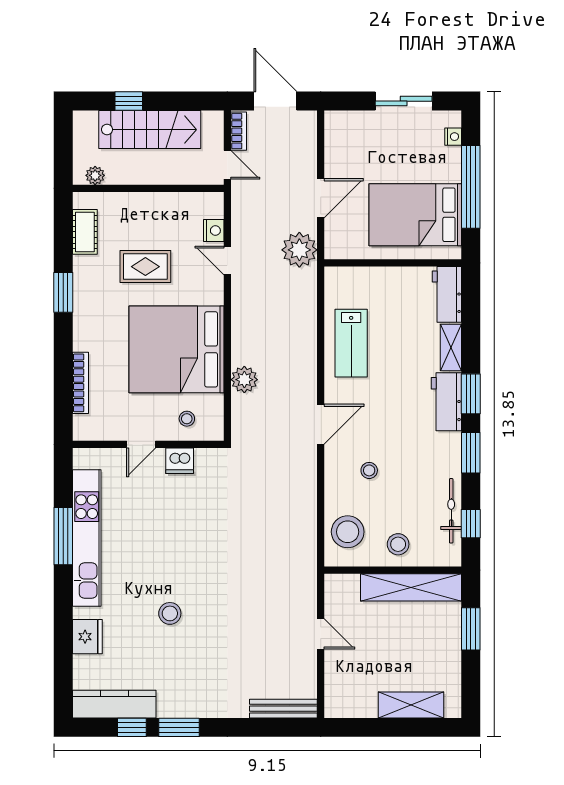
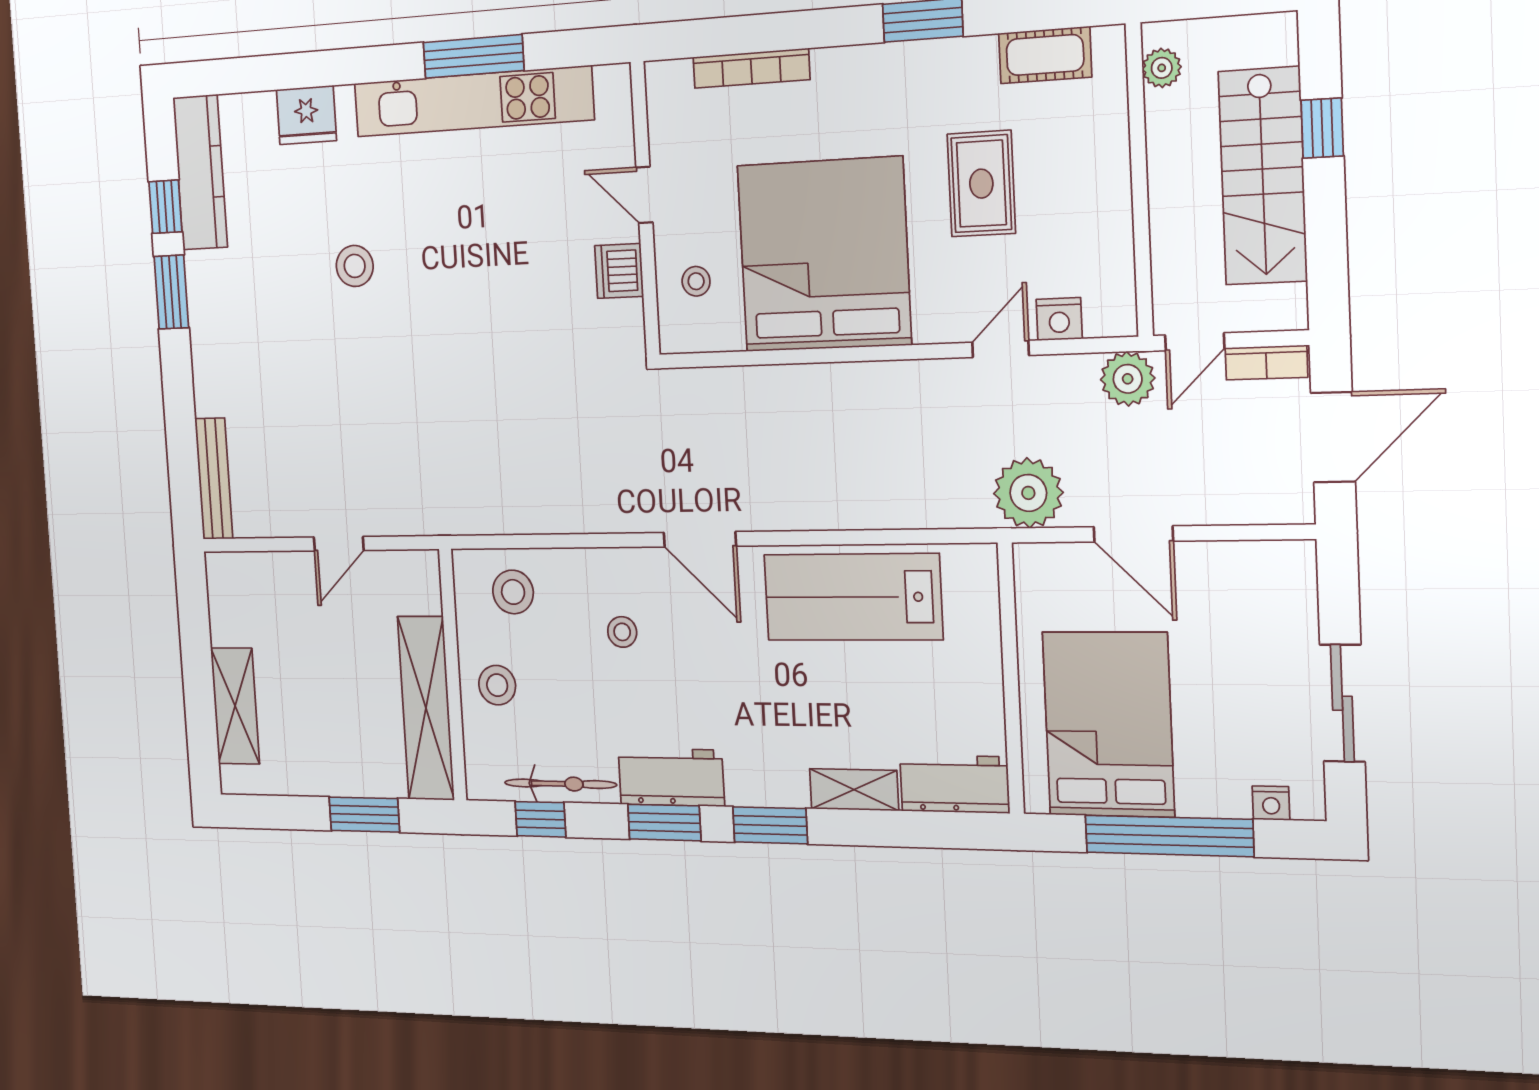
lab bench: (351, 343) -> (853, 597), width x1.36, depth x1.39
plant: (244, 380) -> (1128, 379), moved
workbench: (446, 402) -> (671, 777), moved
stool: (348, 532) -> (513, 592), width x0.73, depth x0.73

